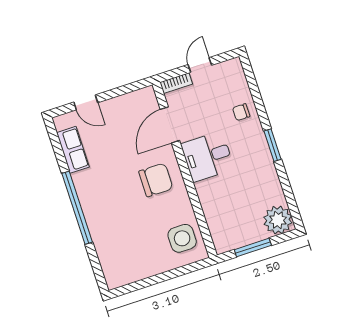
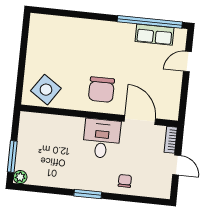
window: (77, 208) -> (150, 22), moved
plant: (278, 220) -> (20, 177), width x0.53, depth x0.53
side table: (182, 238) -> (46, 90), turned 34
window: (253, 248) -> (12, 156), moved

